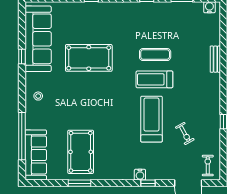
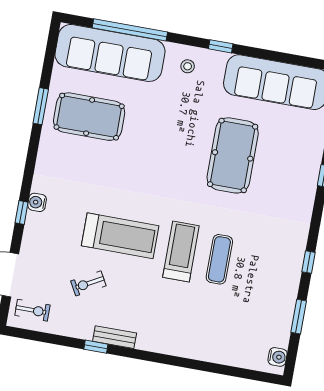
window: (22, 56) -> (221, 46), moved
bench: (215, 59) -> (115, 337), moved
sofa: (36, 155) -> (110, 53), width x1.36, depth x1.27

